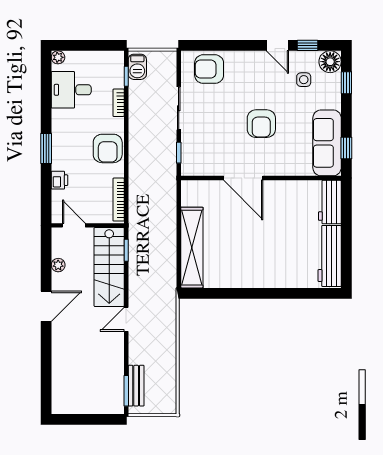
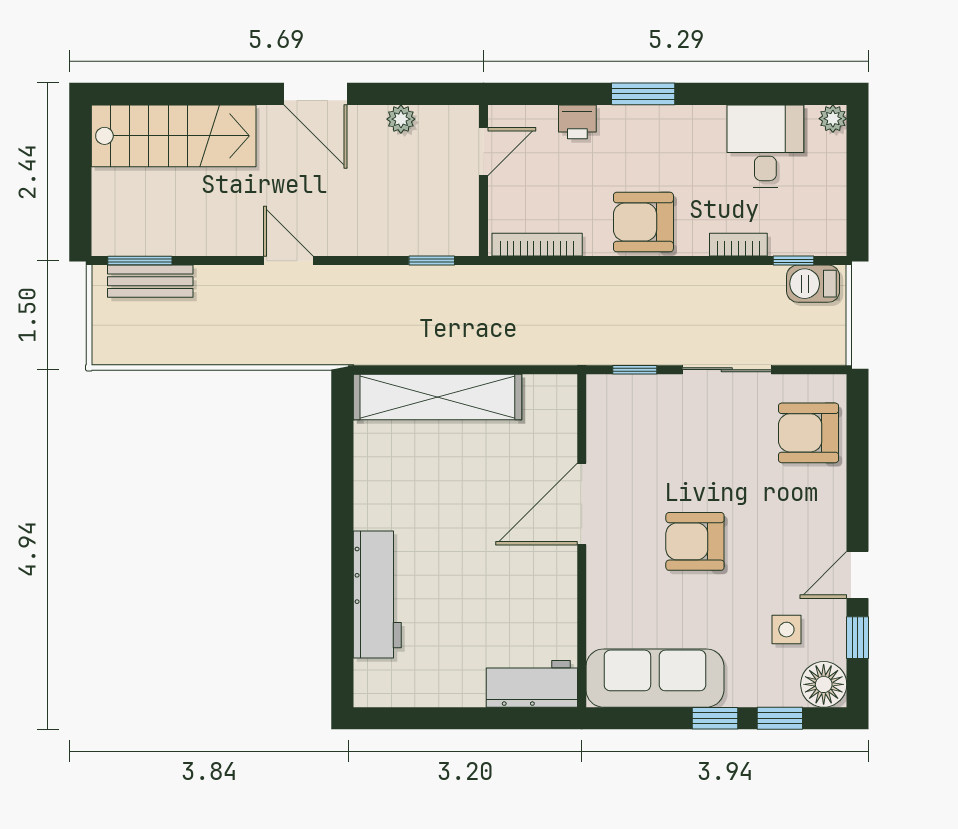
armchair: (209, 69) -> (808, 433), turned -90
window: (346, 148) -> (715, 718), moved
workbench: (330, 256) -> (377, 594), moved, turned 90
stairs: (109, 267) -> (174, 136), moved, turned 180

